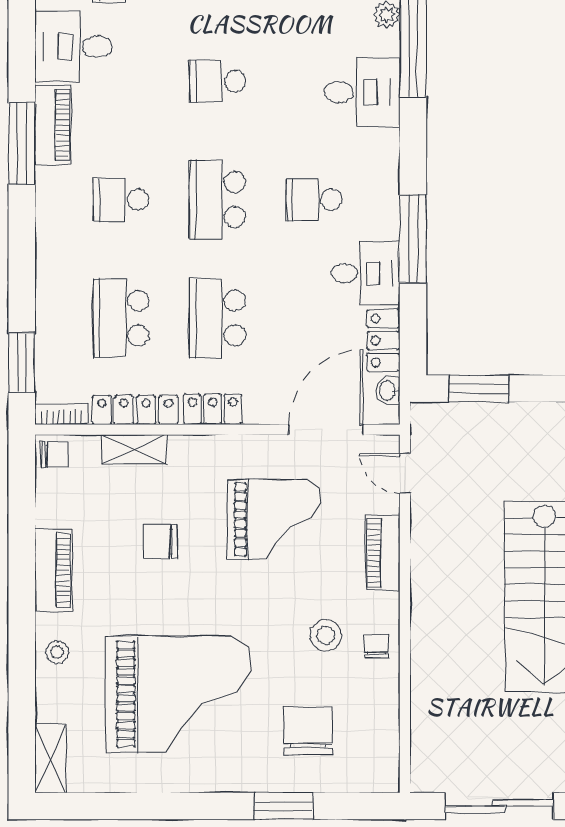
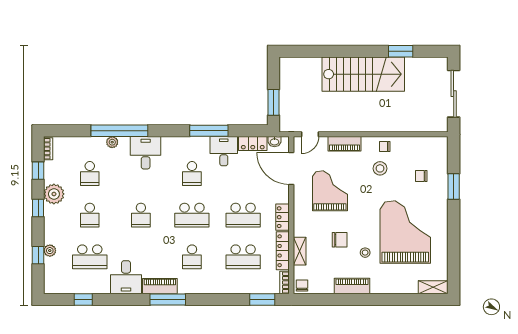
chair: (161, 542) -> (340, 240), turned -90
stool: (57, 652) -> (365, 253), moved
chair: (308, 731) -> (421, 176), width x0.54, depth x0.54

